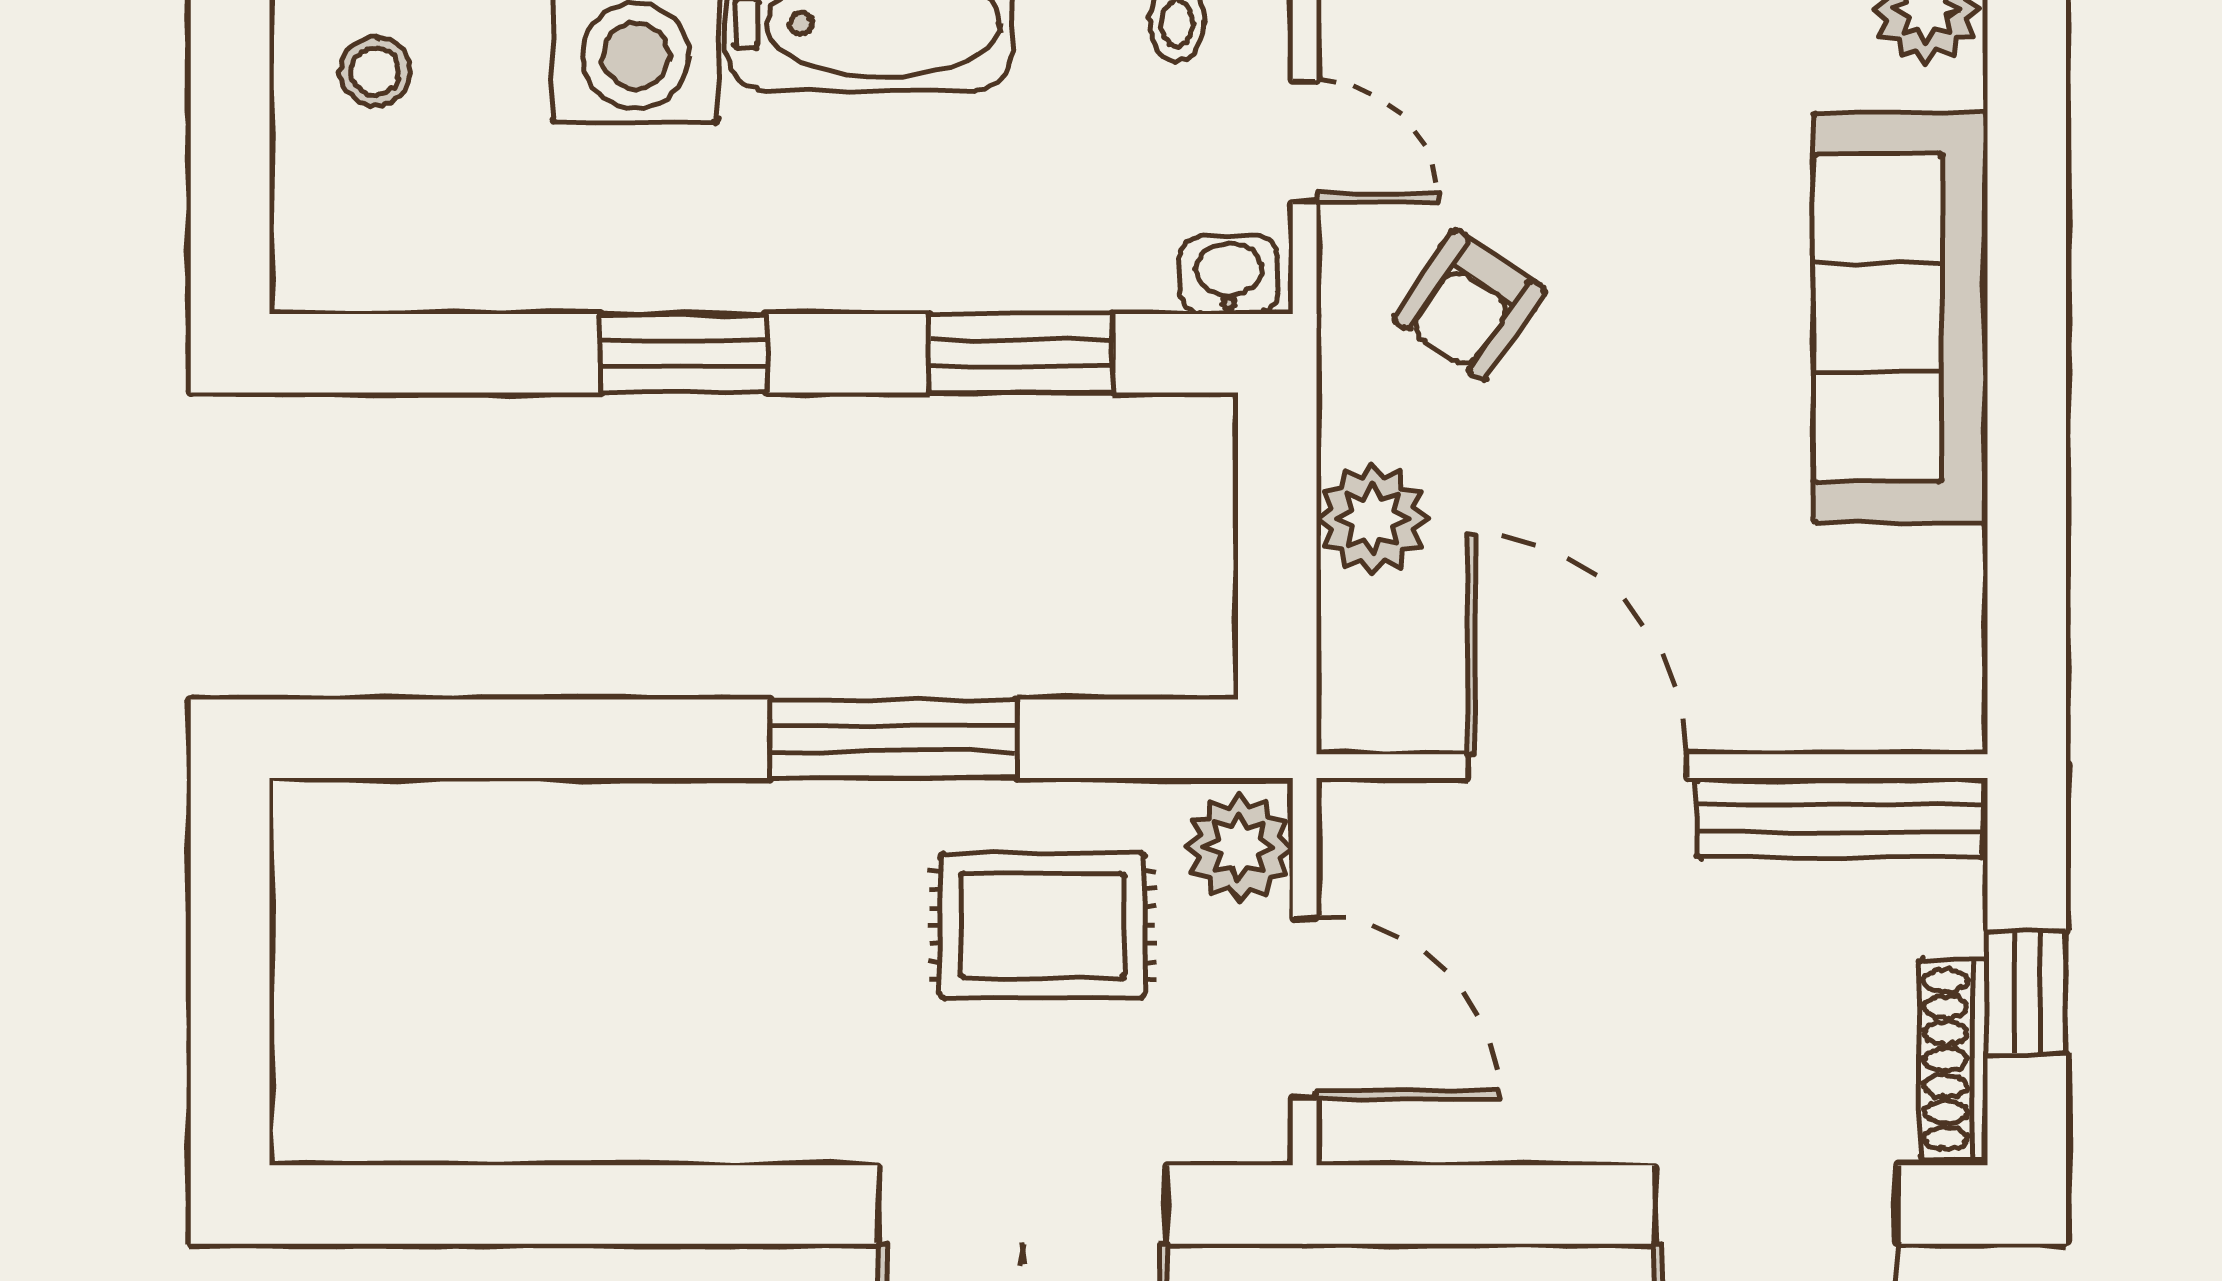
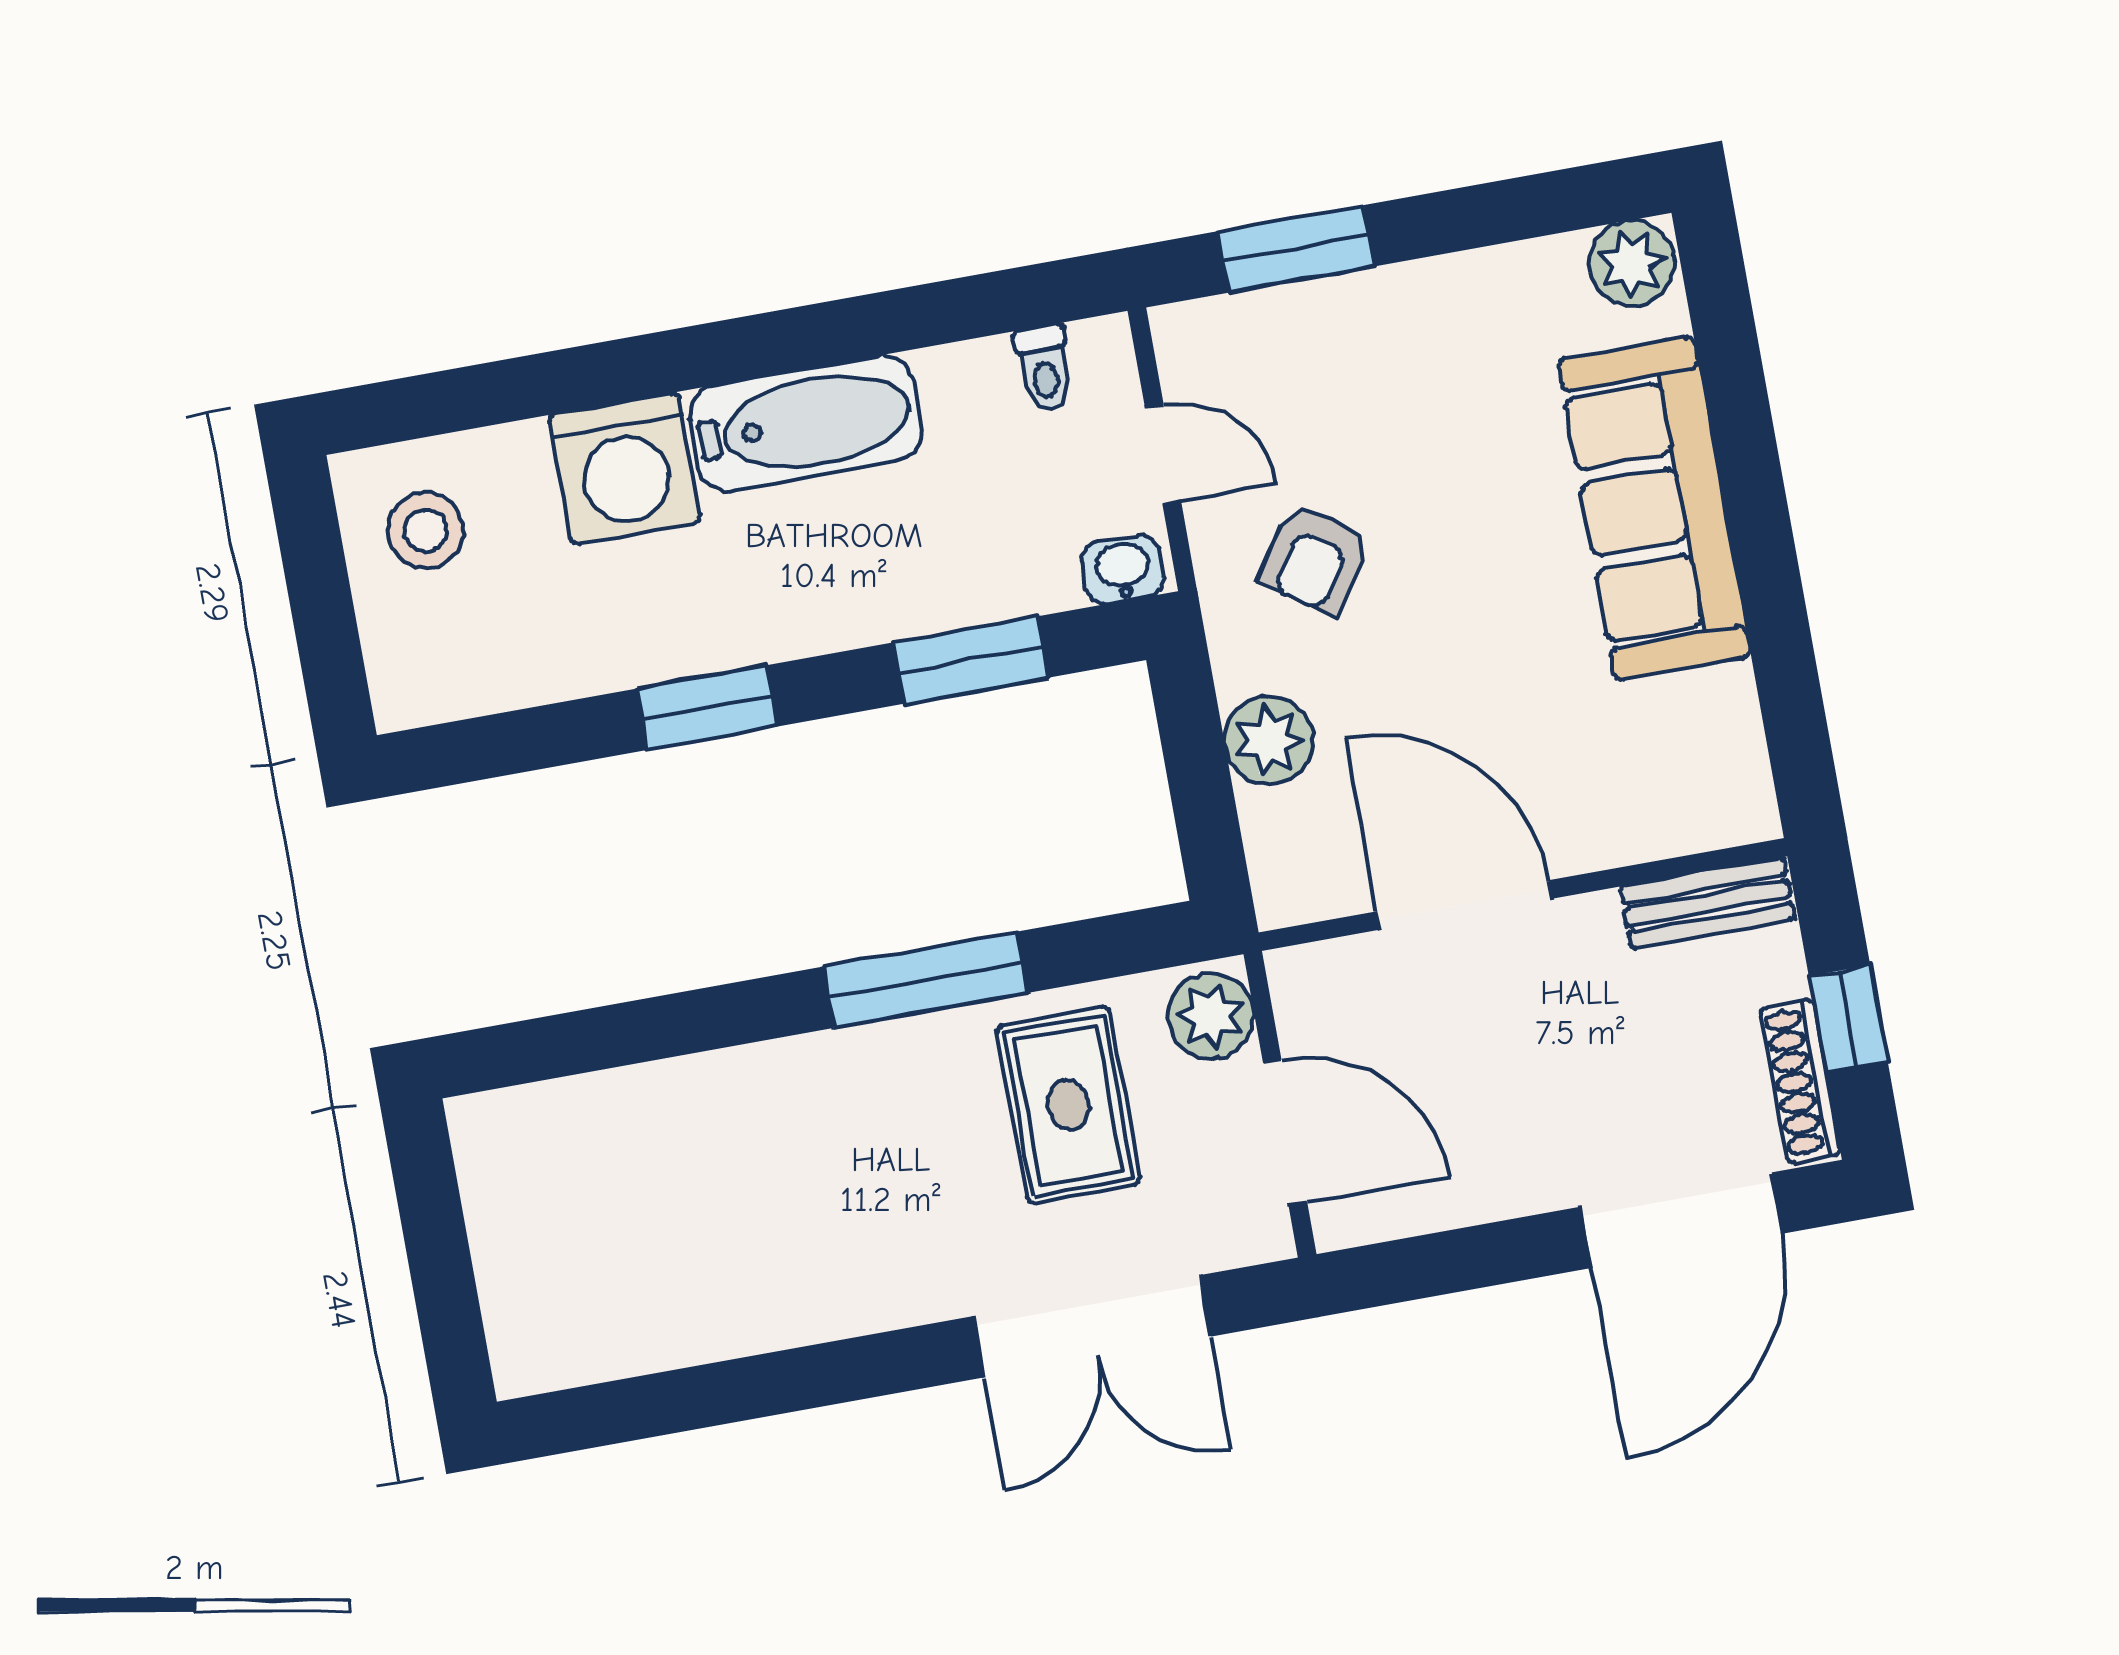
stool: (375, 71) -> (425, 530), width x1.37, depth x1.37
bench: (1840, 818) -> (1707, 903), width x0.73
rug: (1042, 926) -> (1068, 1105), turned 90

